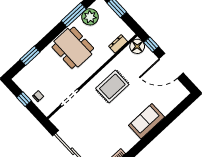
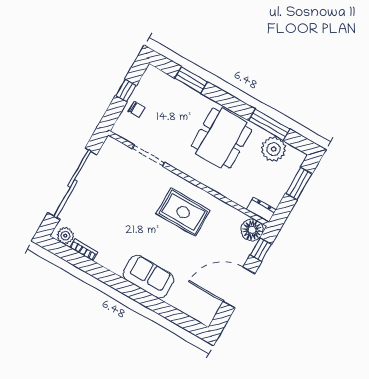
dresser: (118, 44) -> (261, 210), moved
door: (171, 66) -> (239, 288), hinge flipped

